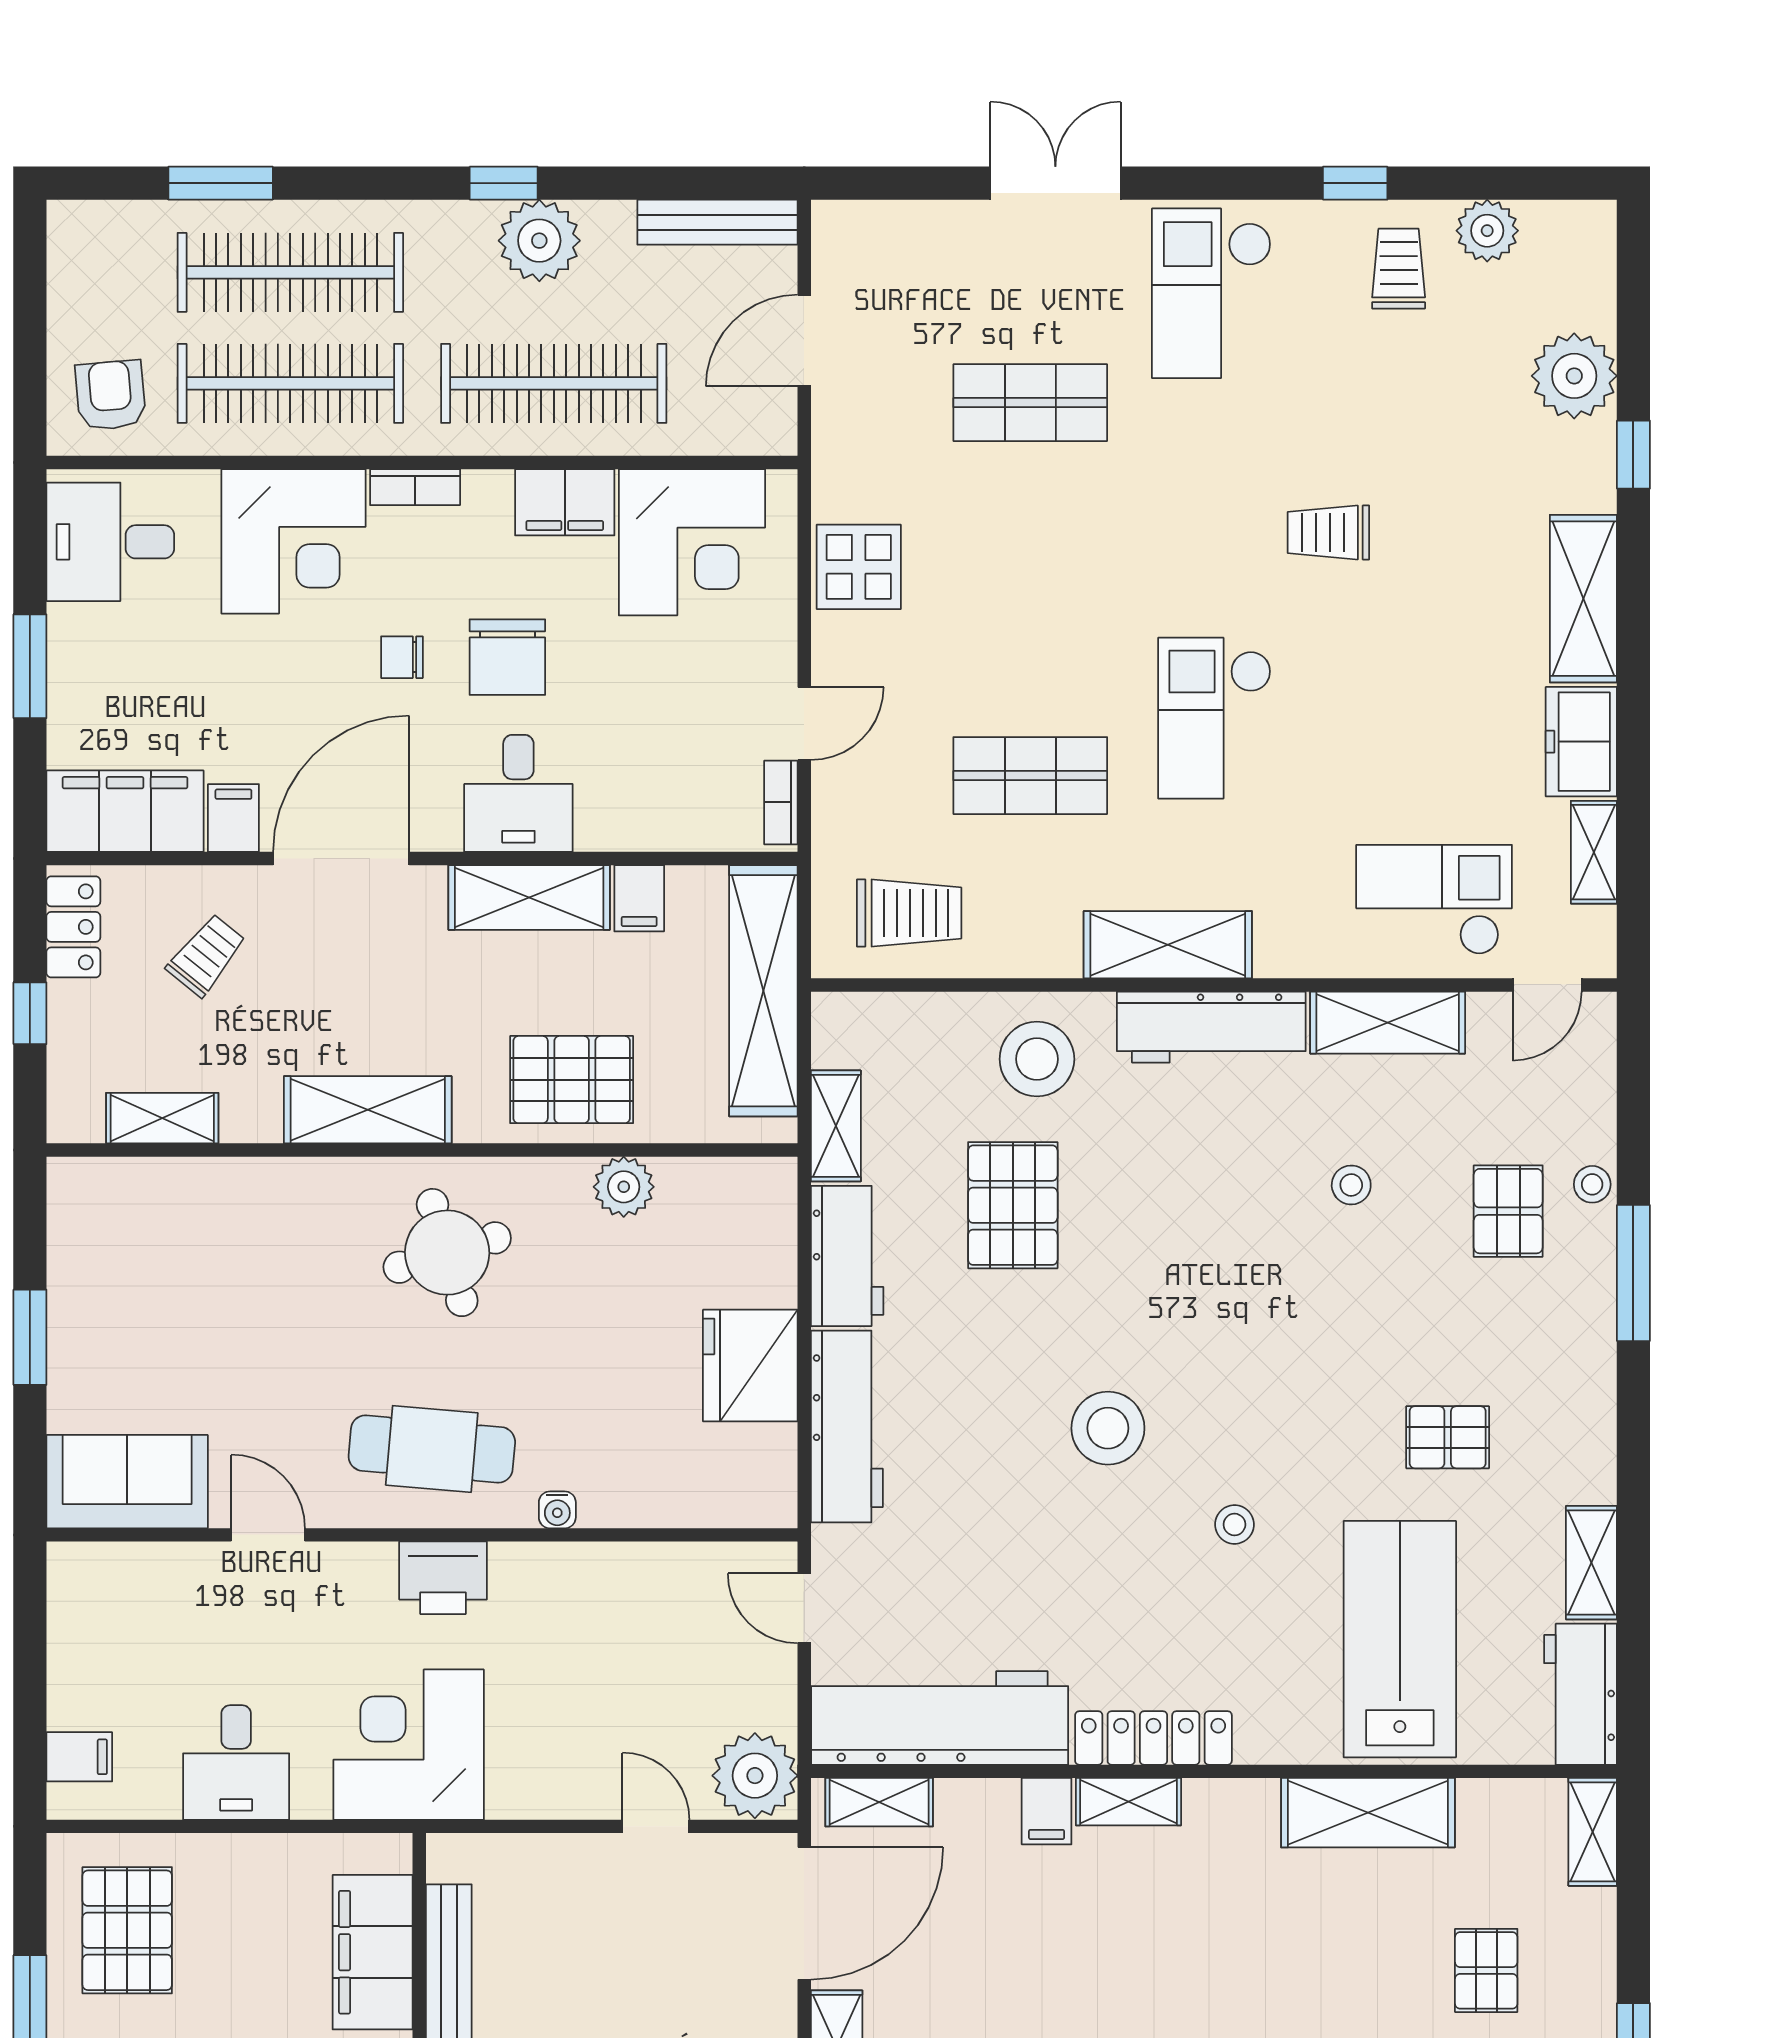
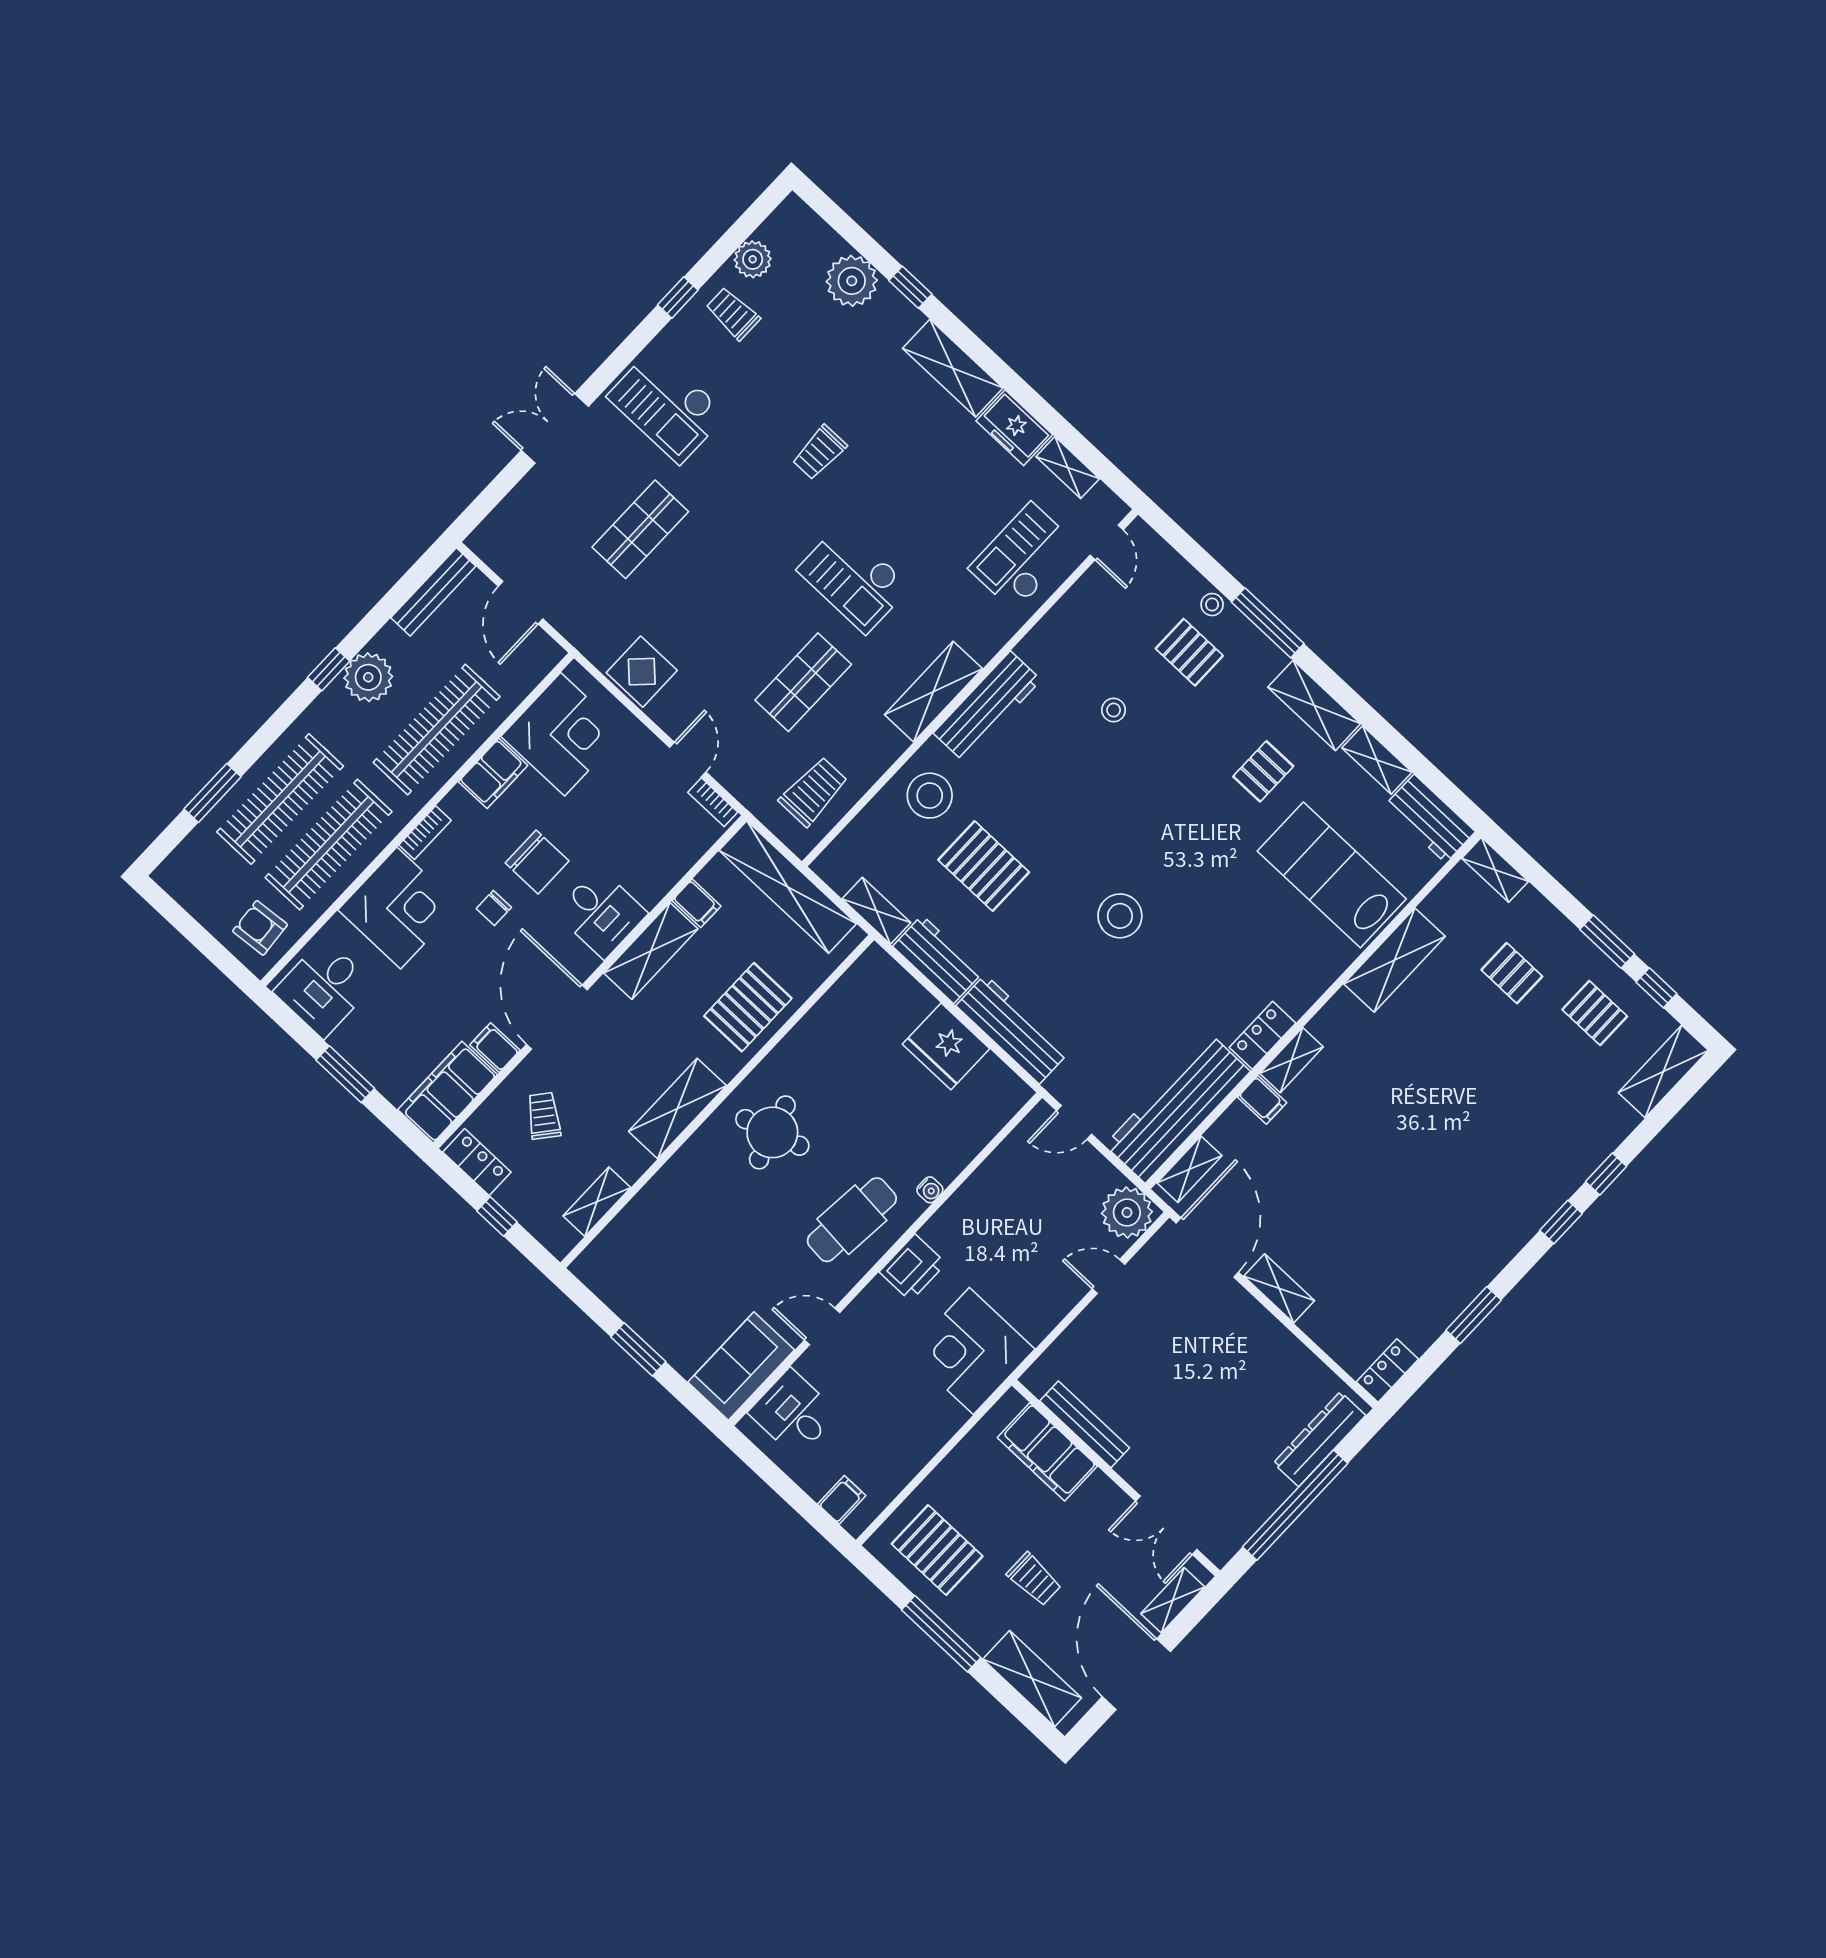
shelving: (1388, 1023) -> (1314, 705), moved, turned 90
plant: (624, 1187) -> (816, 1028), removed
stool: (1234, 1524) -> (1214, 900), removed
locker: (1153, 1738) -> (1263, 1035), width x0.66
desk: (236, 1762) -> (793, 1413), moved, turned 180

